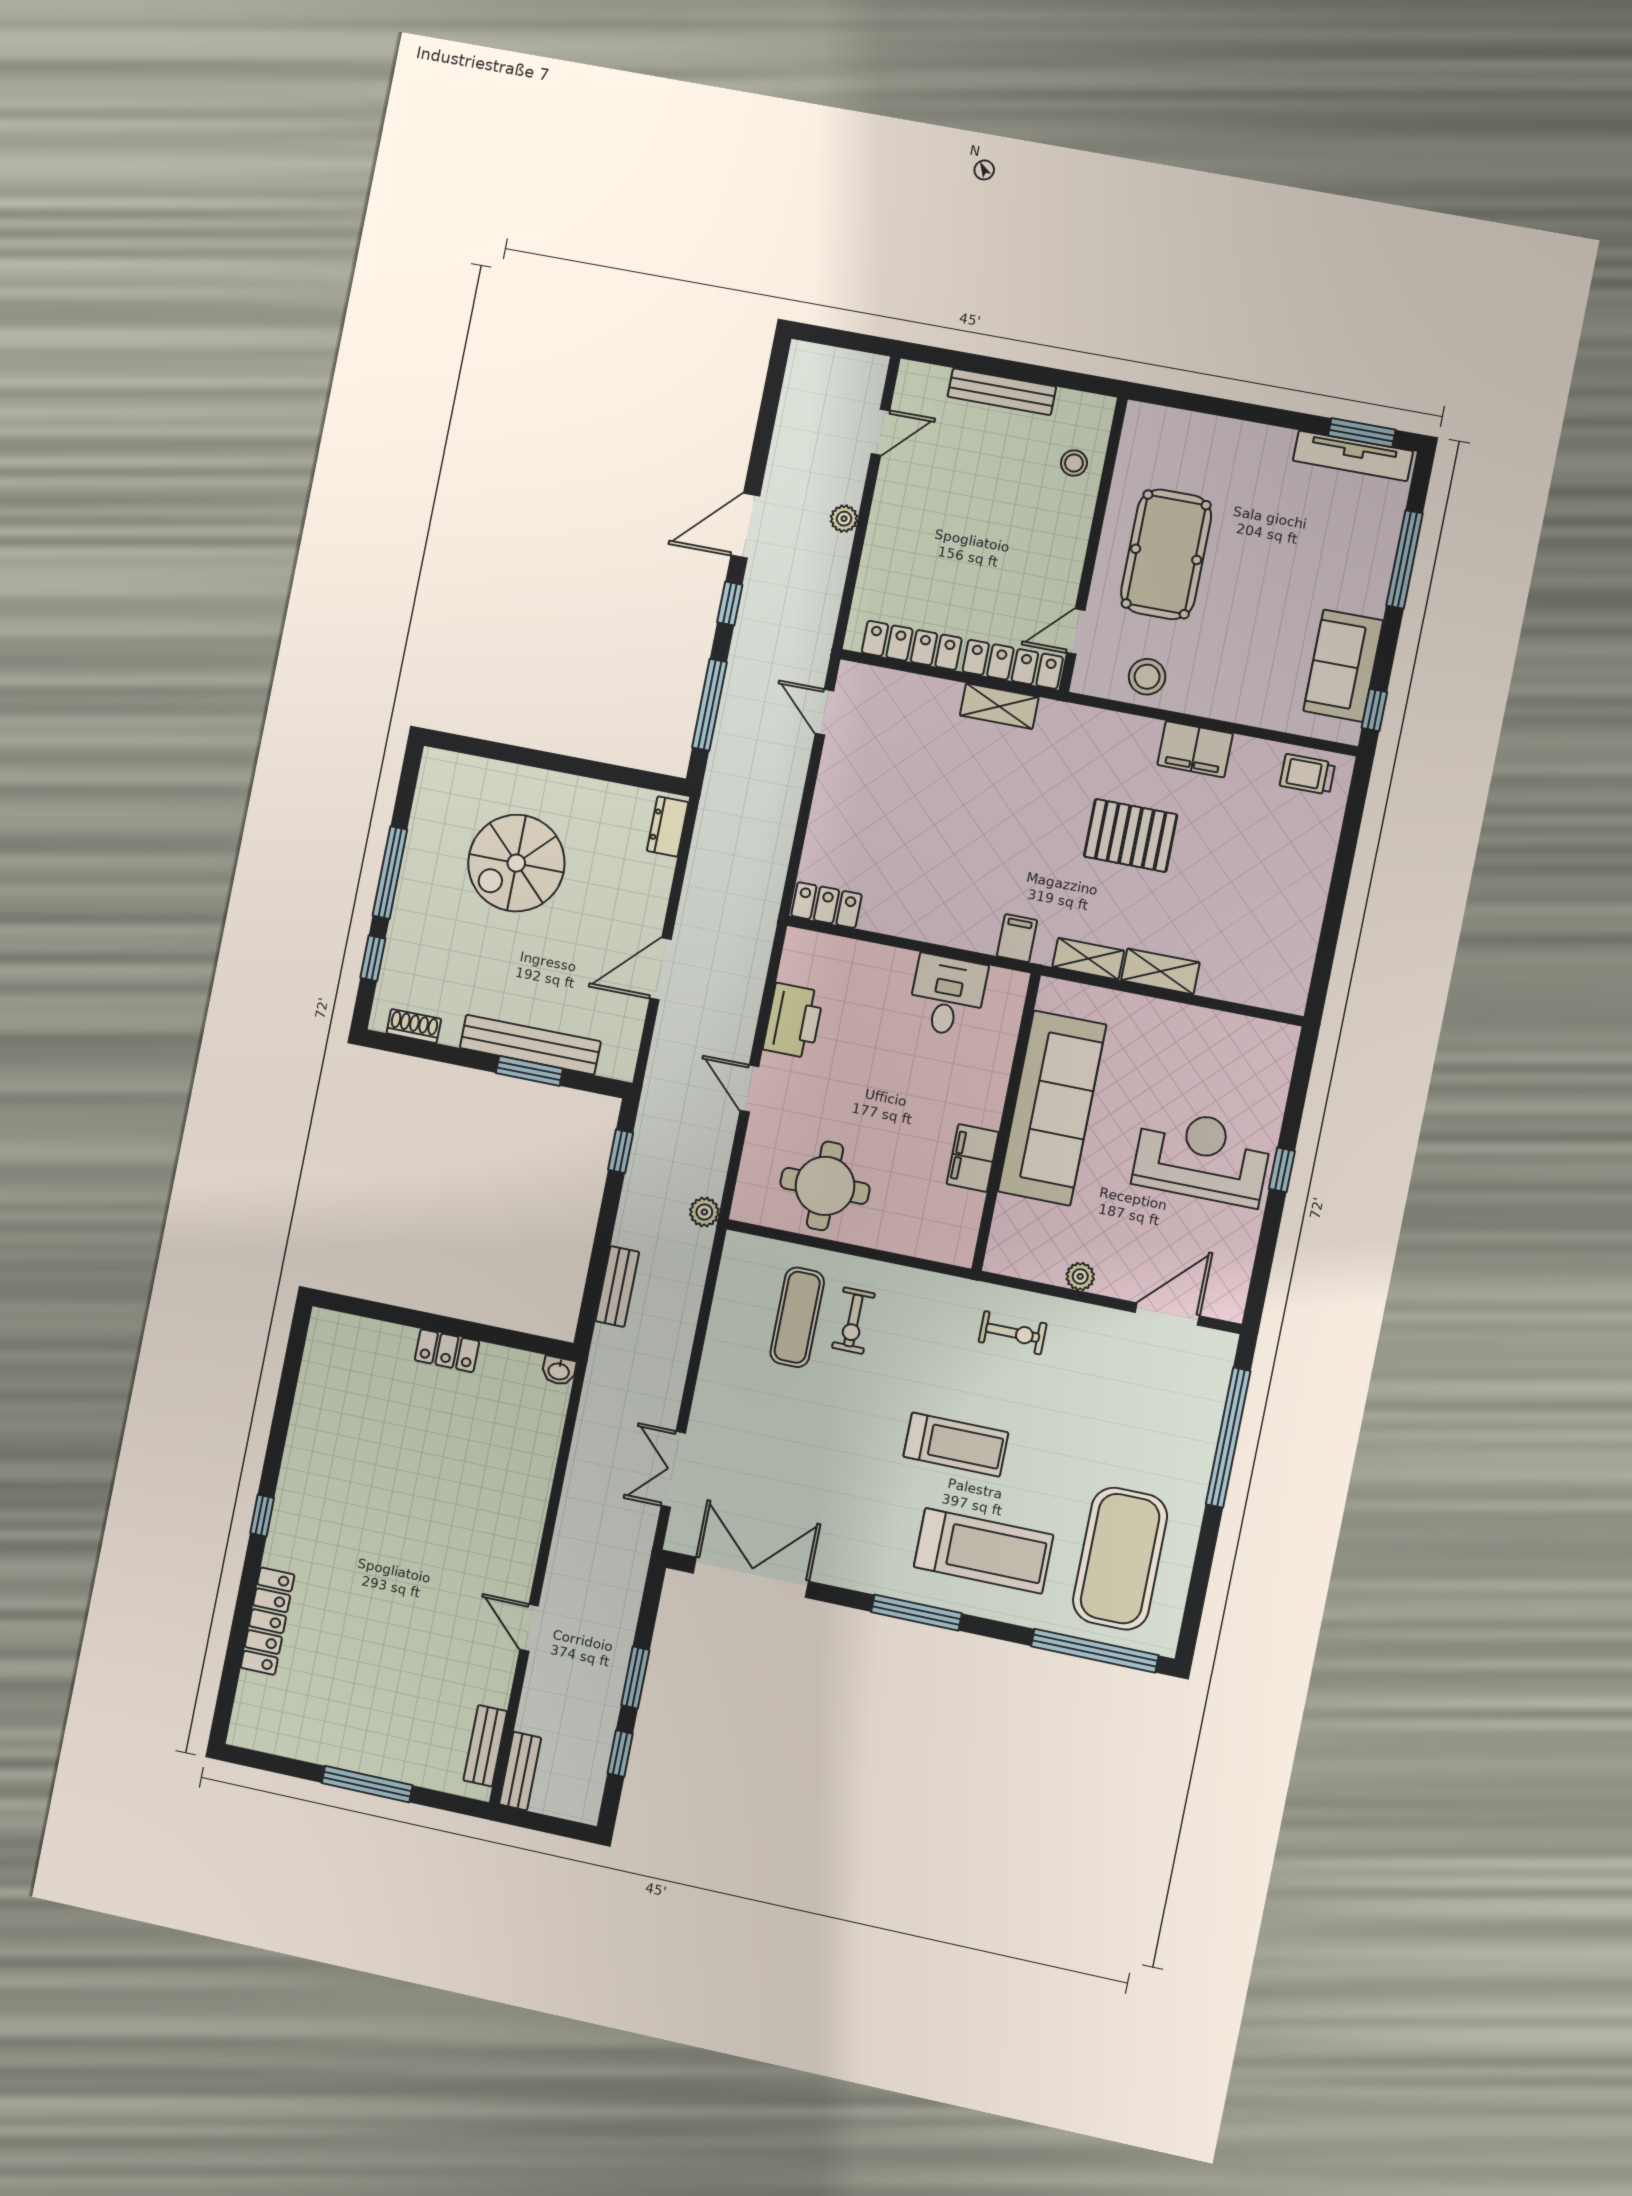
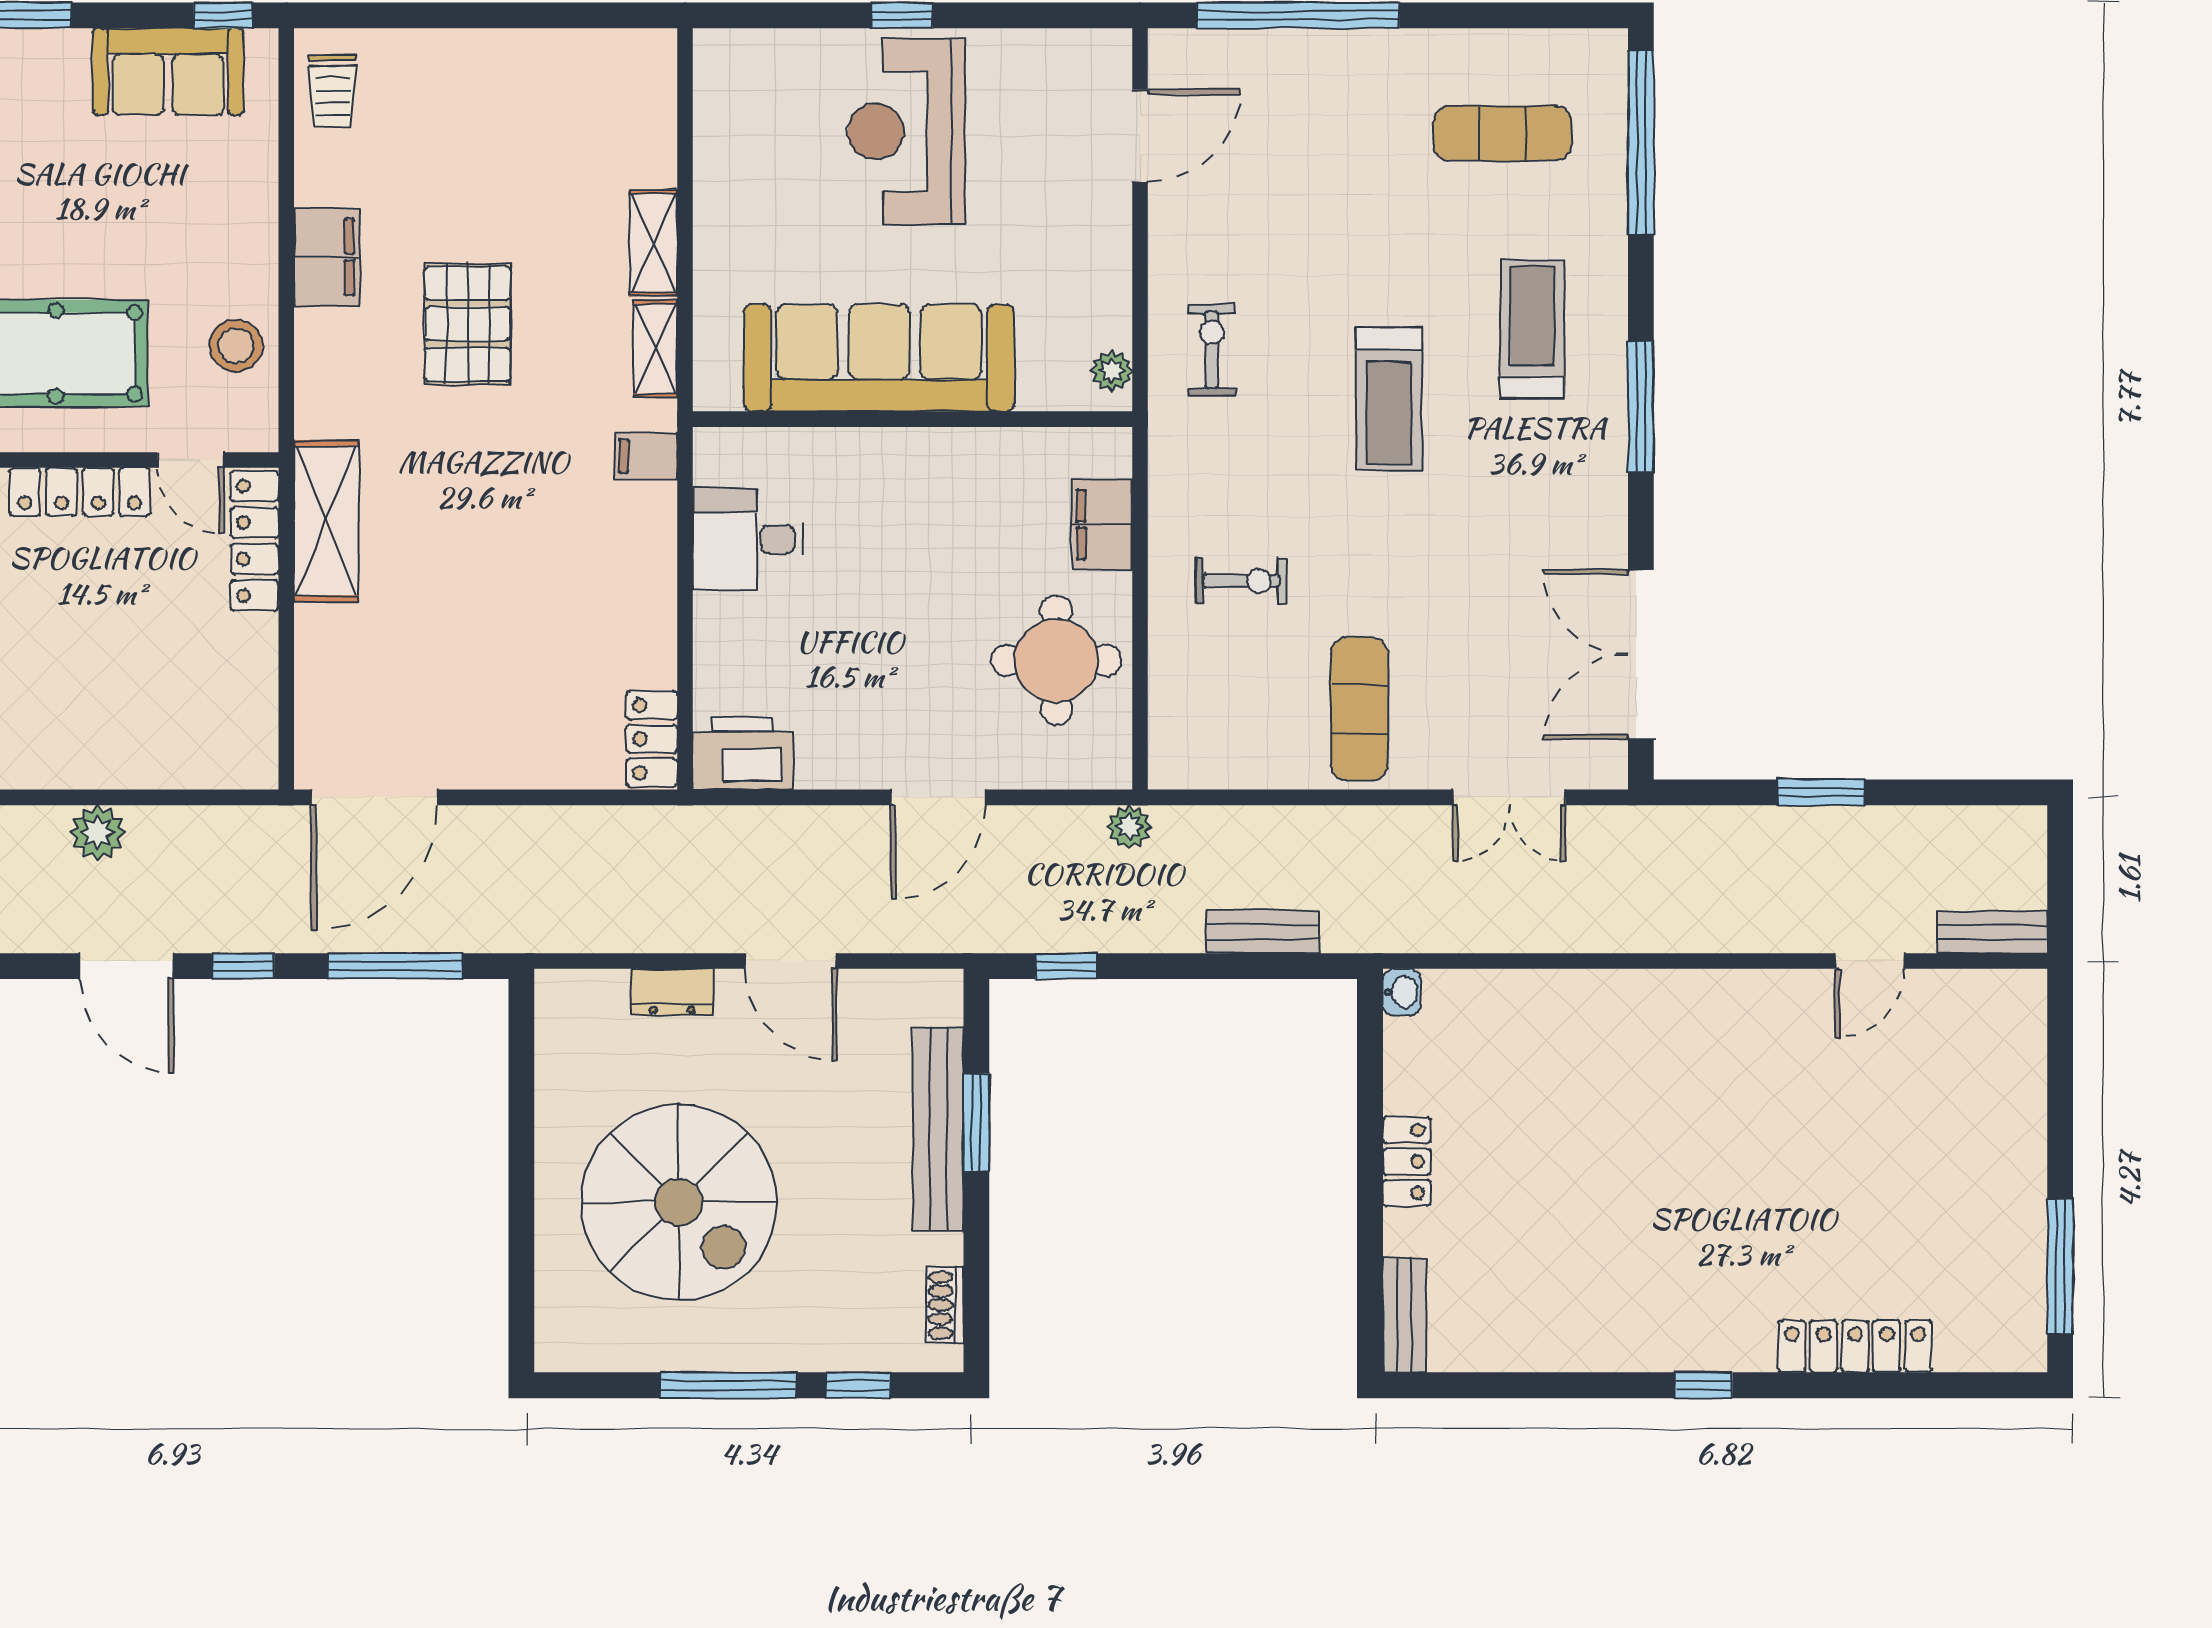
plant: (844, 519) -> (97, 833), width x1.38, depth x1.38
locker: (912, 645) -> (80, 492), moved, turned -90
shelving: (999, 706) -> (326, 521), width x1.50, depth x1.33
door: (825, 712) -> (374, 797), width x1.88
dresser: (668, 826) -> (672, 992), moved
spiral stairs: (516, 863) -> (679, 1202), width x1.37, depth x1.37
printer: (793, 1021) -> (743, 754), moved
door: (749, 1089) -> (938, 797), width x1.38
filing cabinet: (973, 1158) -> (1102, 525), moved, turned 90
plant: (1080, 1276) -> (1112, 371), moved
door: (1167, 1314) -> (1140, 136), swing flipped
exercise mat: (797, 1317) -> (1359, 709), moved, turned 90
treadmill: (956, 1445) -> (1389, 399), turned 180
treadmill: (984, 1551) -> (1532, 329), width x0.73, depth x0.73
exercise mat: (1120, 1559) -> (1502, 133), width x0.50, depth x0.69
door: (529, 1628) -> (1870, 961), moved
bench: (485, 1746) -> (1405, 1315), moved, turned 90
window: (620, 1753) -> (1935, 792), removed
window: (367, 1784) -> (2060, 1266), moved

